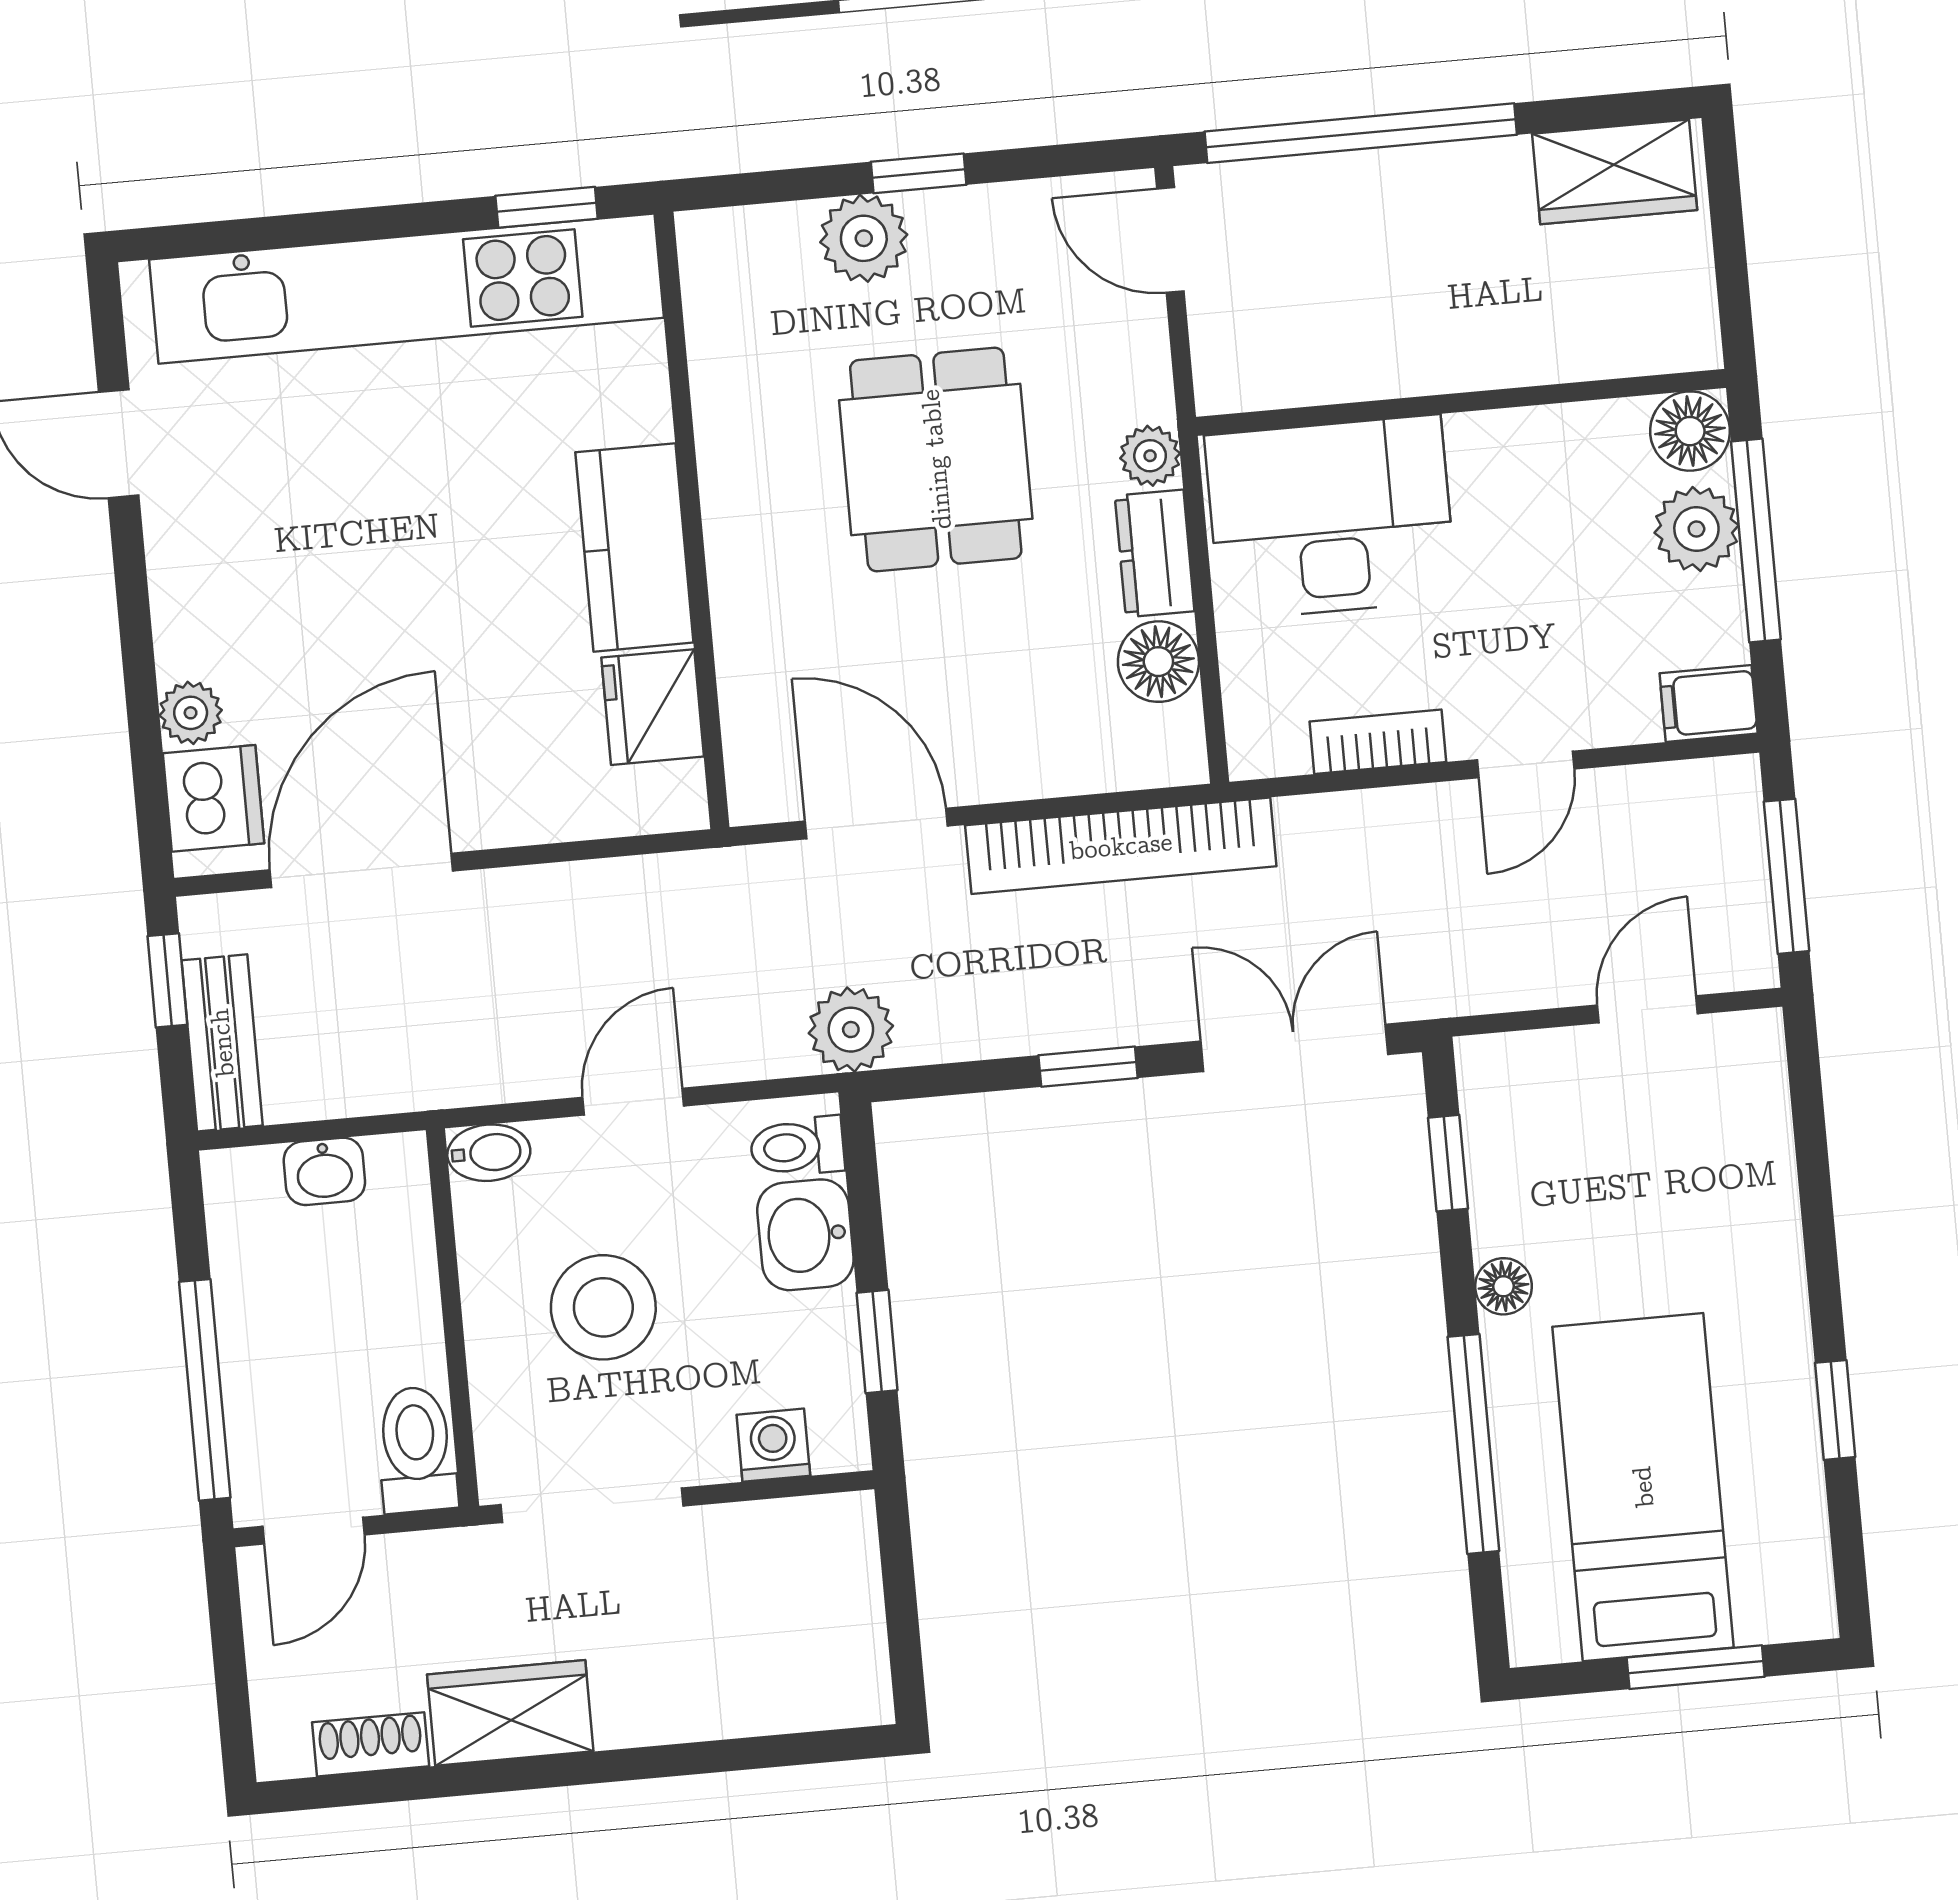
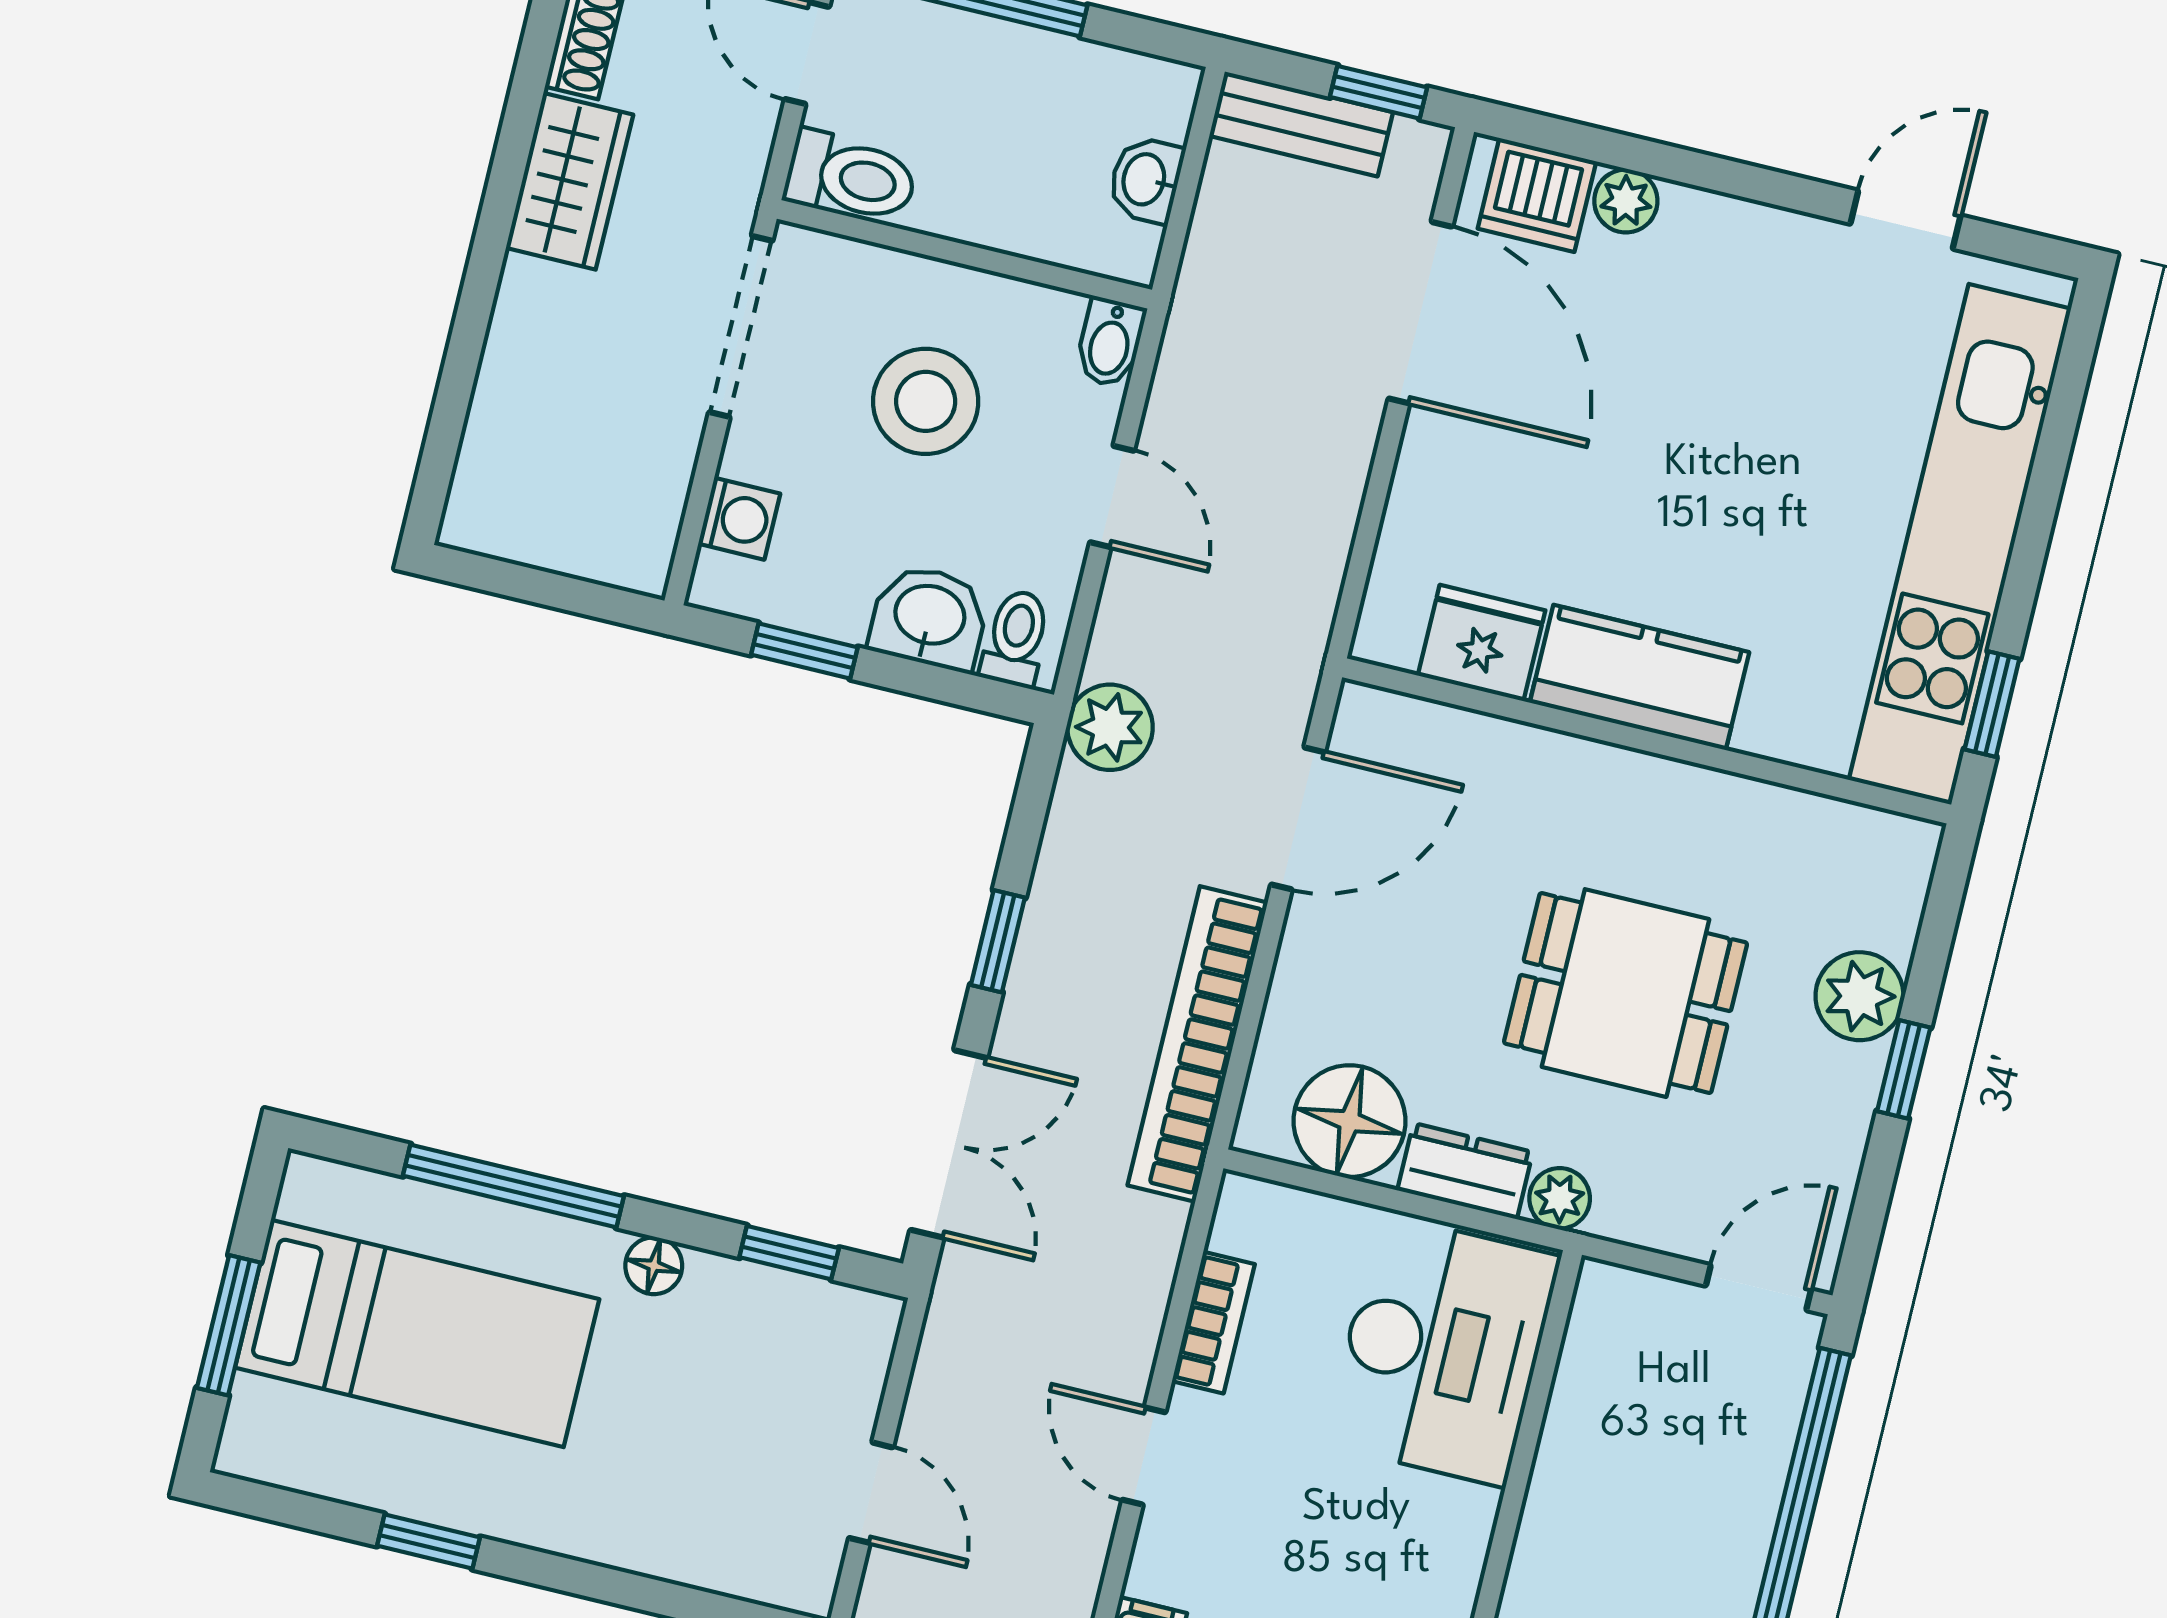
floor lamp: (1158, 662) -> (1350, 1121), width x1.38, depth x1.38

